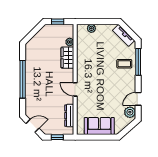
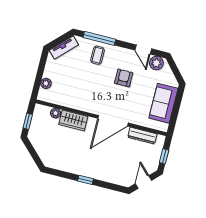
window: (23, 79) -> (85, 180), width x0.32
door: (75, 89) -> (113, 121), width x1.87
armchair: (111, 89) -> (124, 78), added

